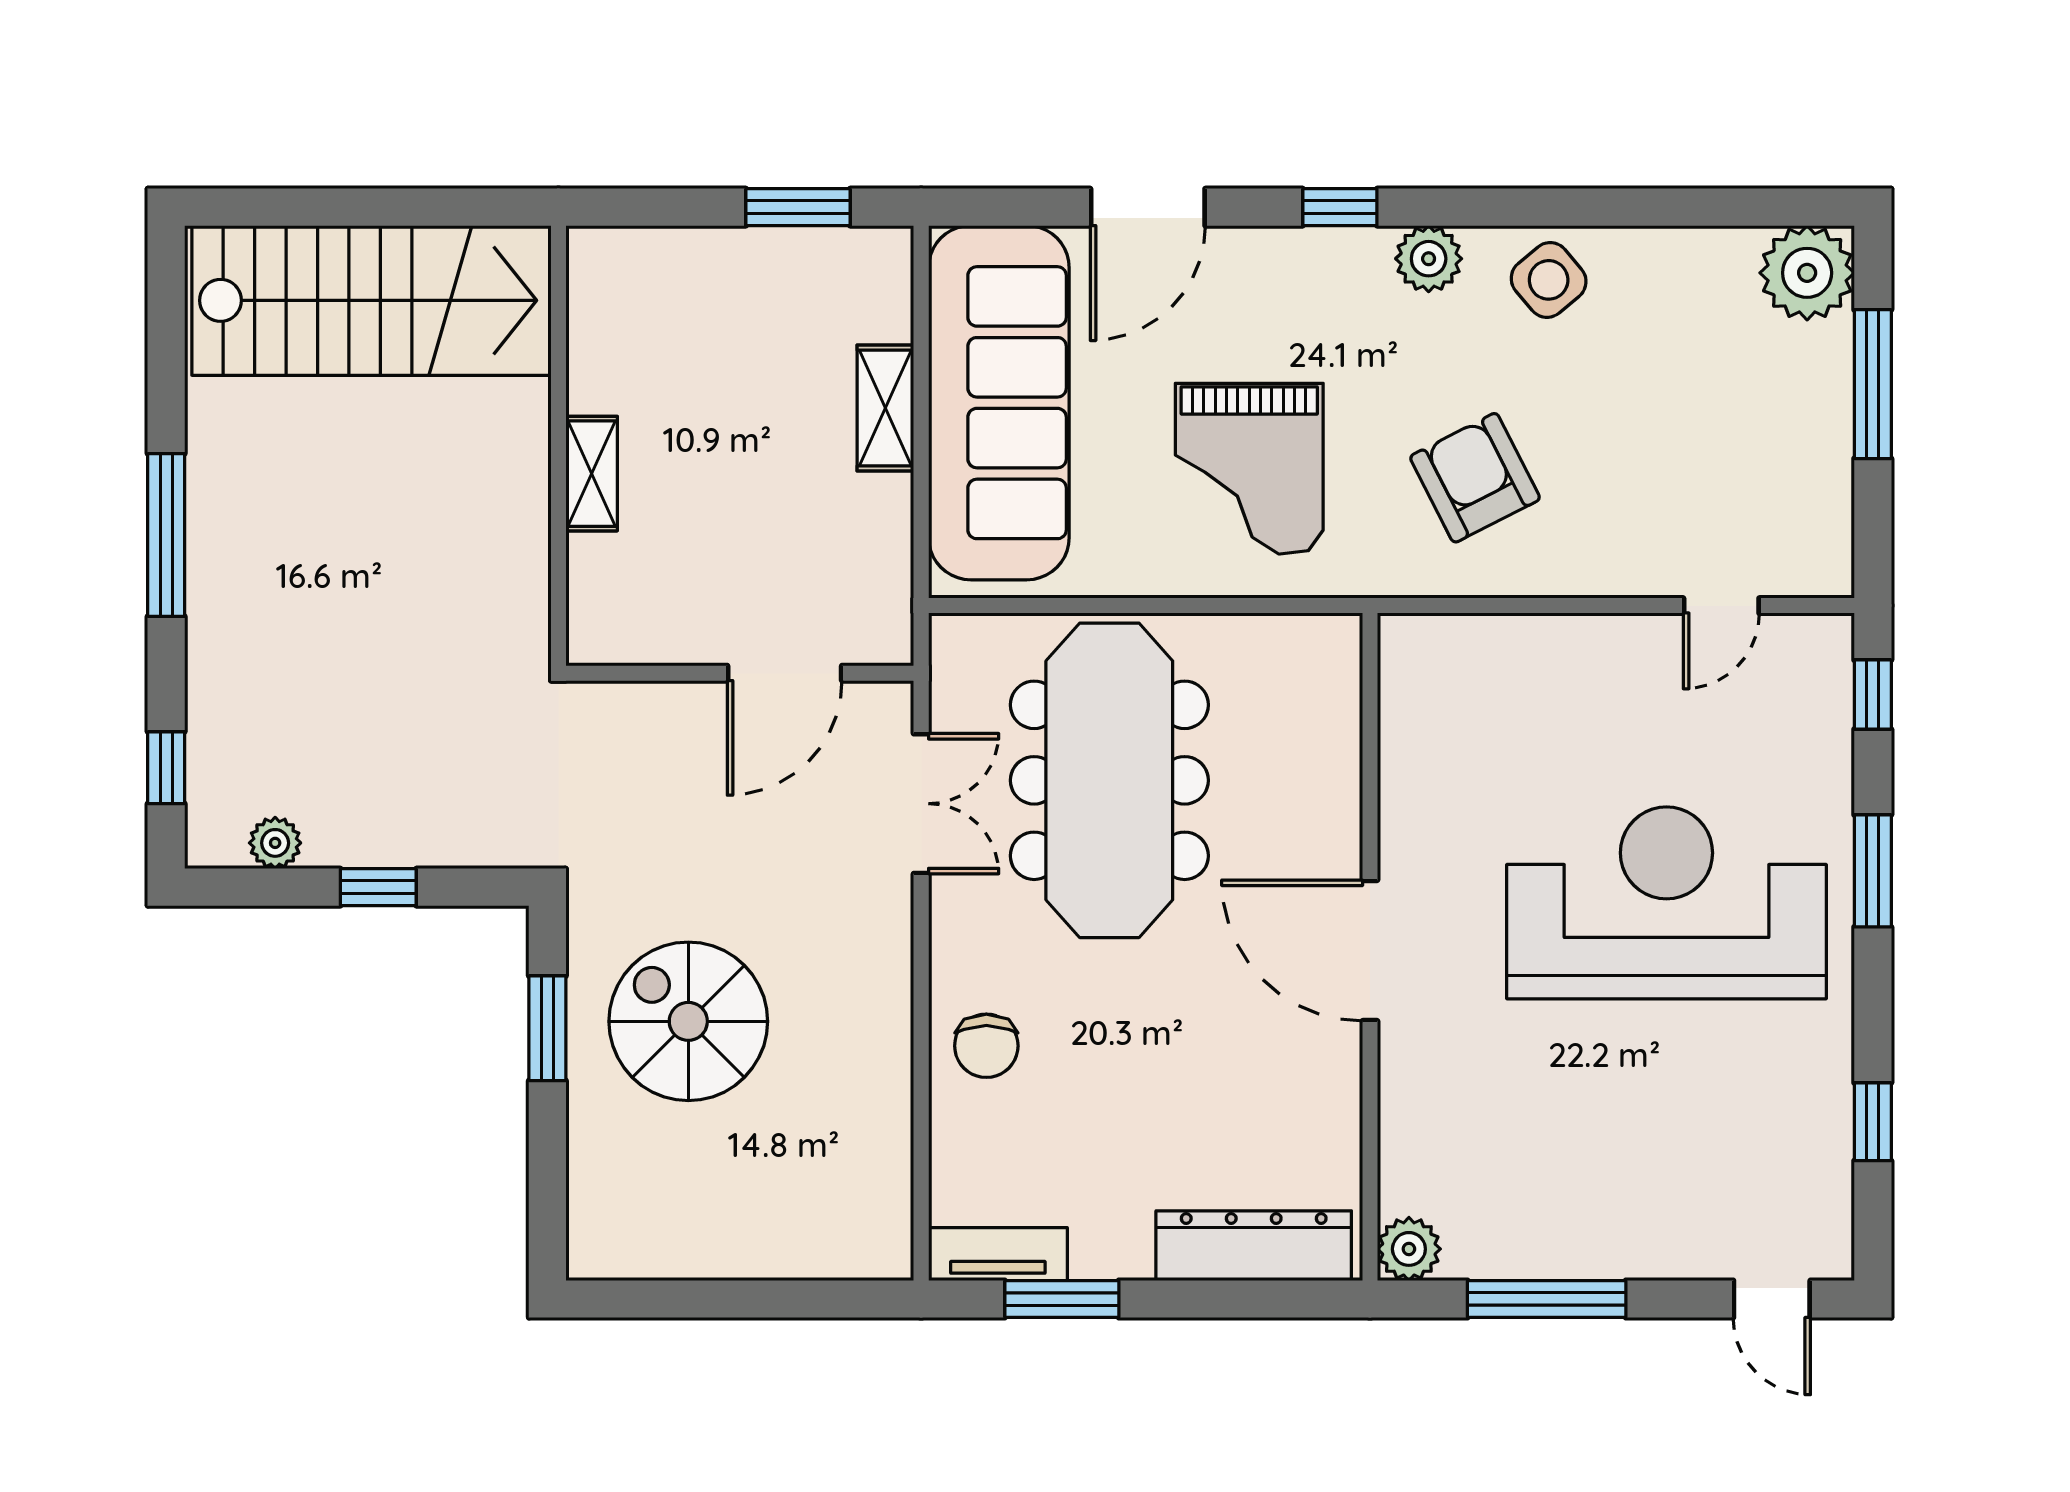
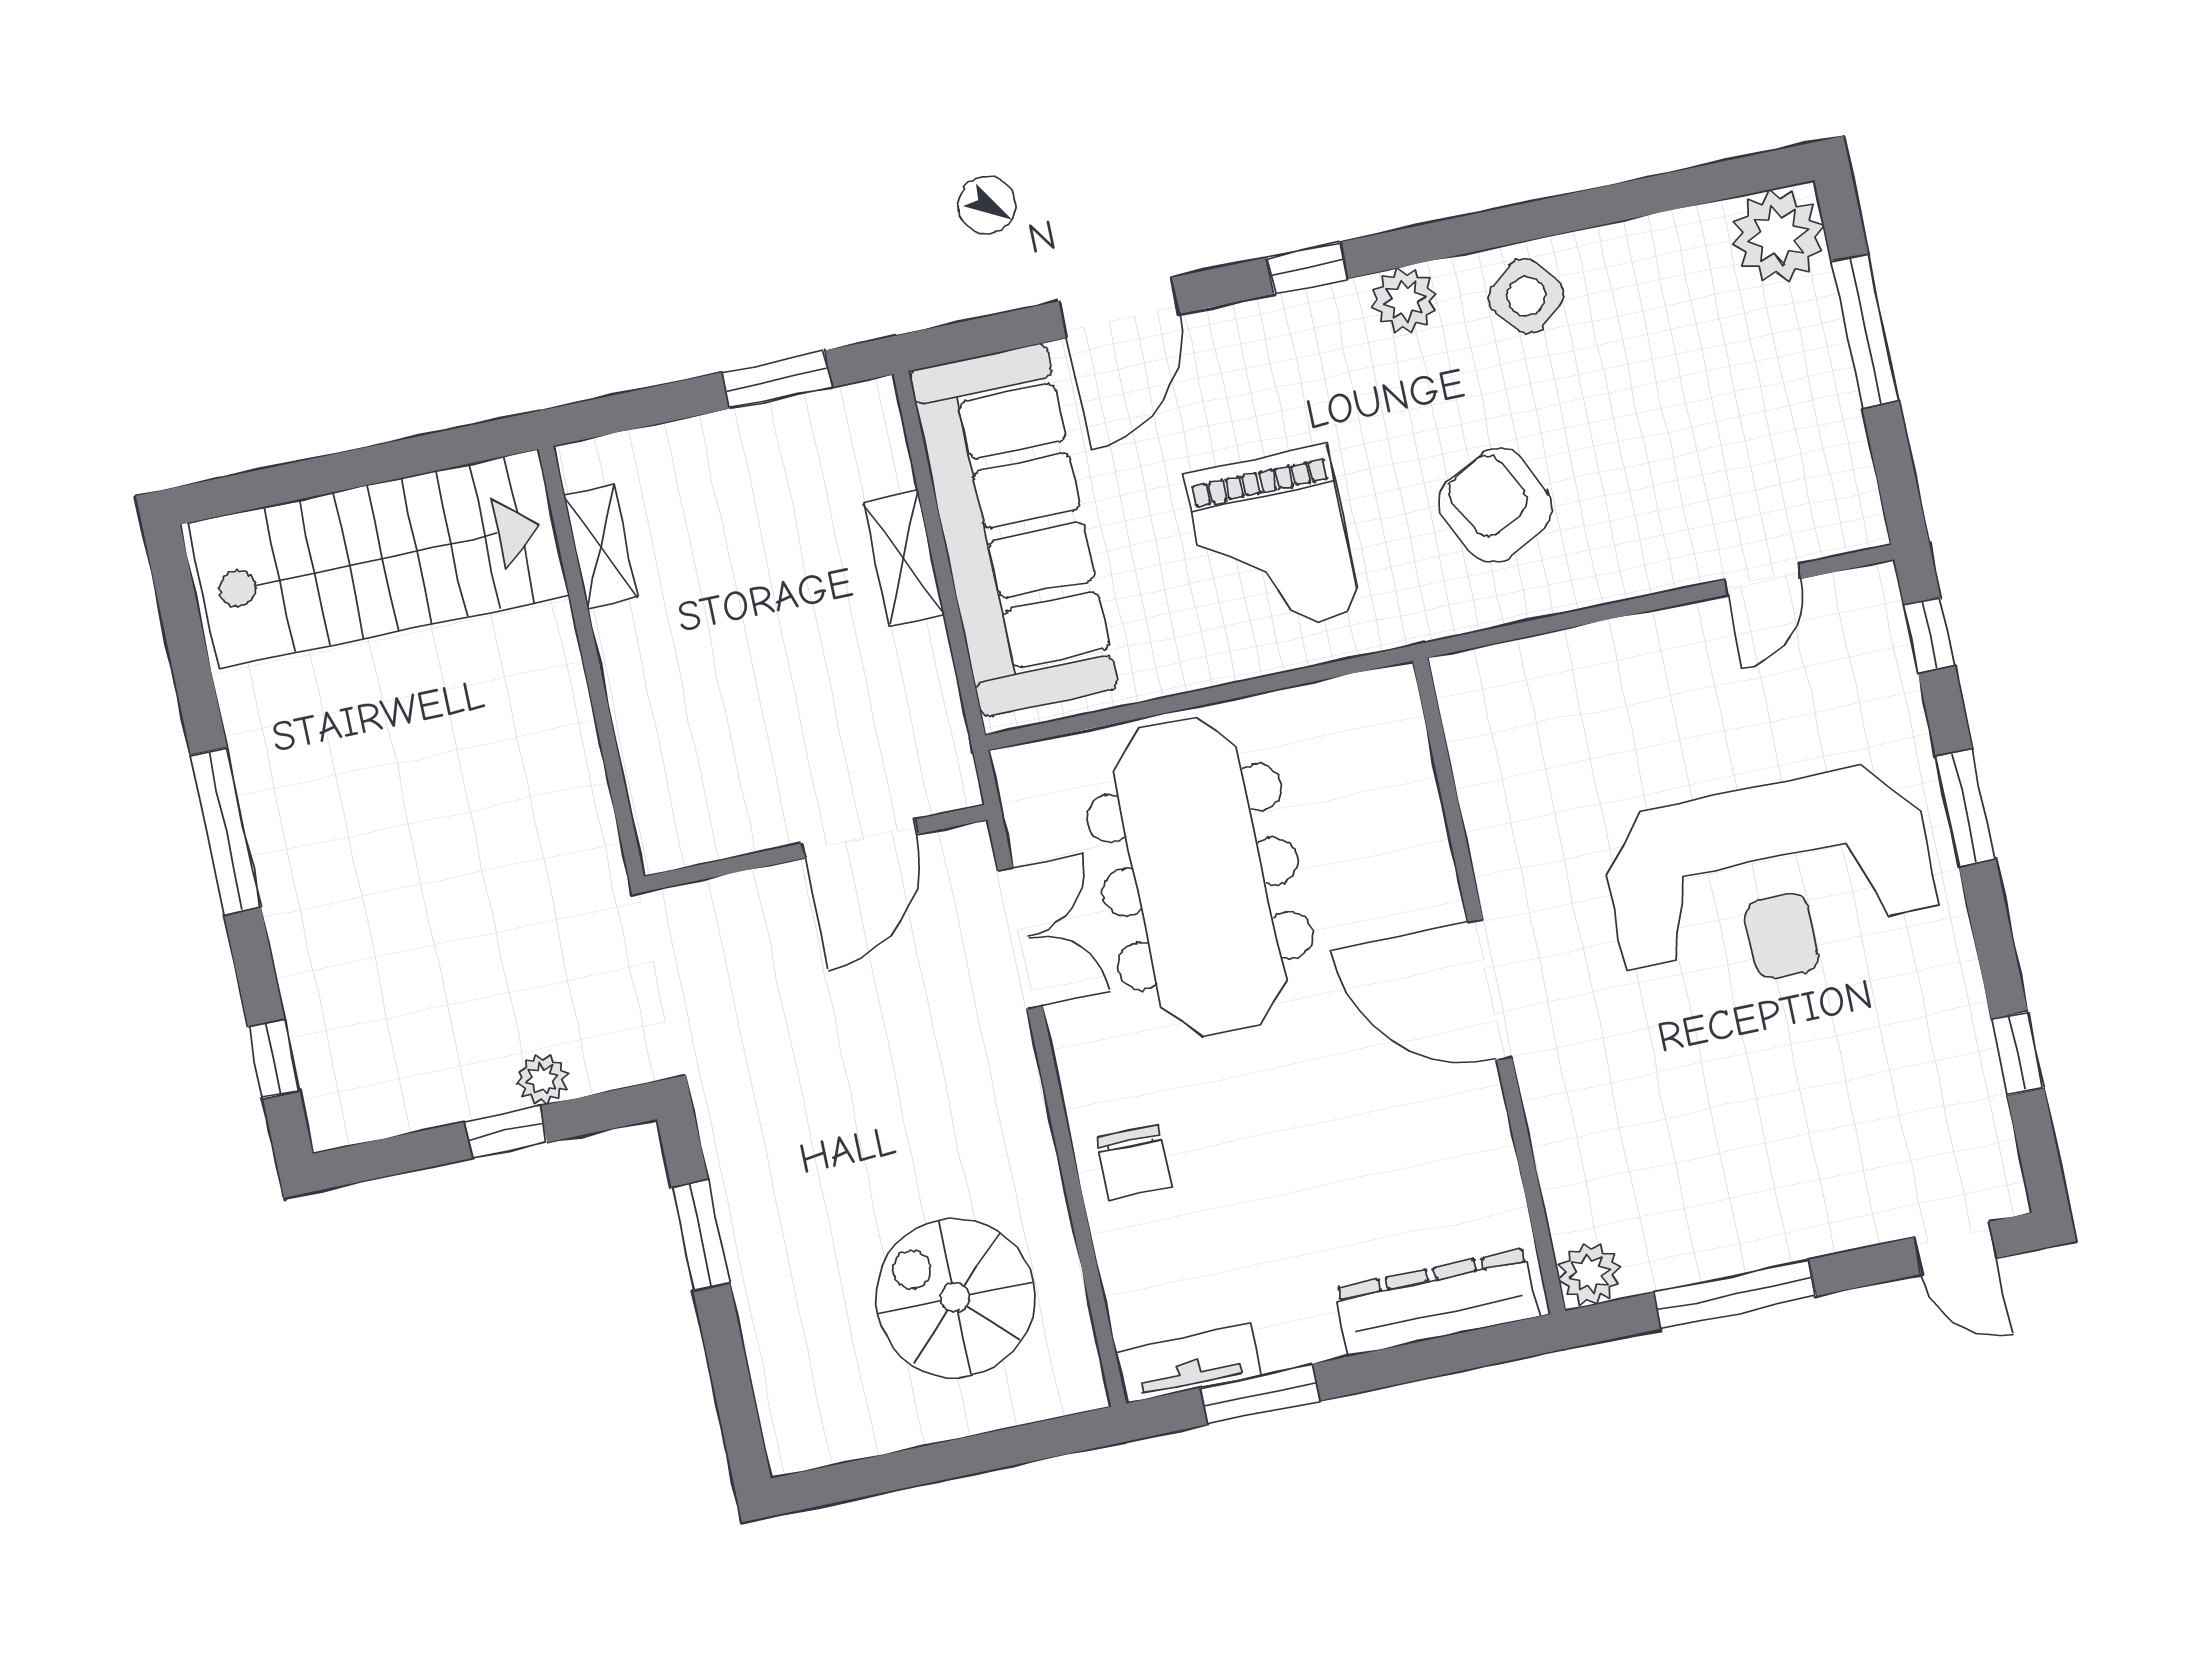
shelving: (592, 474) -> (601, 546), moved
plant: (275, 843) -> (542, 1079), moved
reception desk: (1666, 903) -> (1770, 882), turned 180
spiral stairs: (688, 1021) -> (955, 1298), moved

